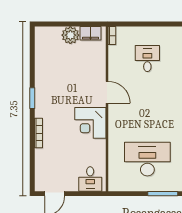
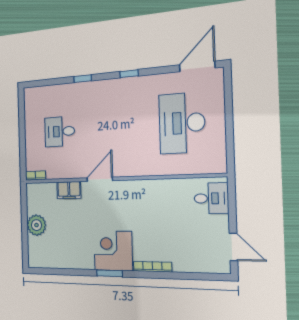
filing cabinet: (90, 33) -> (69, 190), moved, turned 90
corner desk: (90, 123) -> (113, 251), moved, turned 180
window: (163, 194) -> (228, 99), removed

